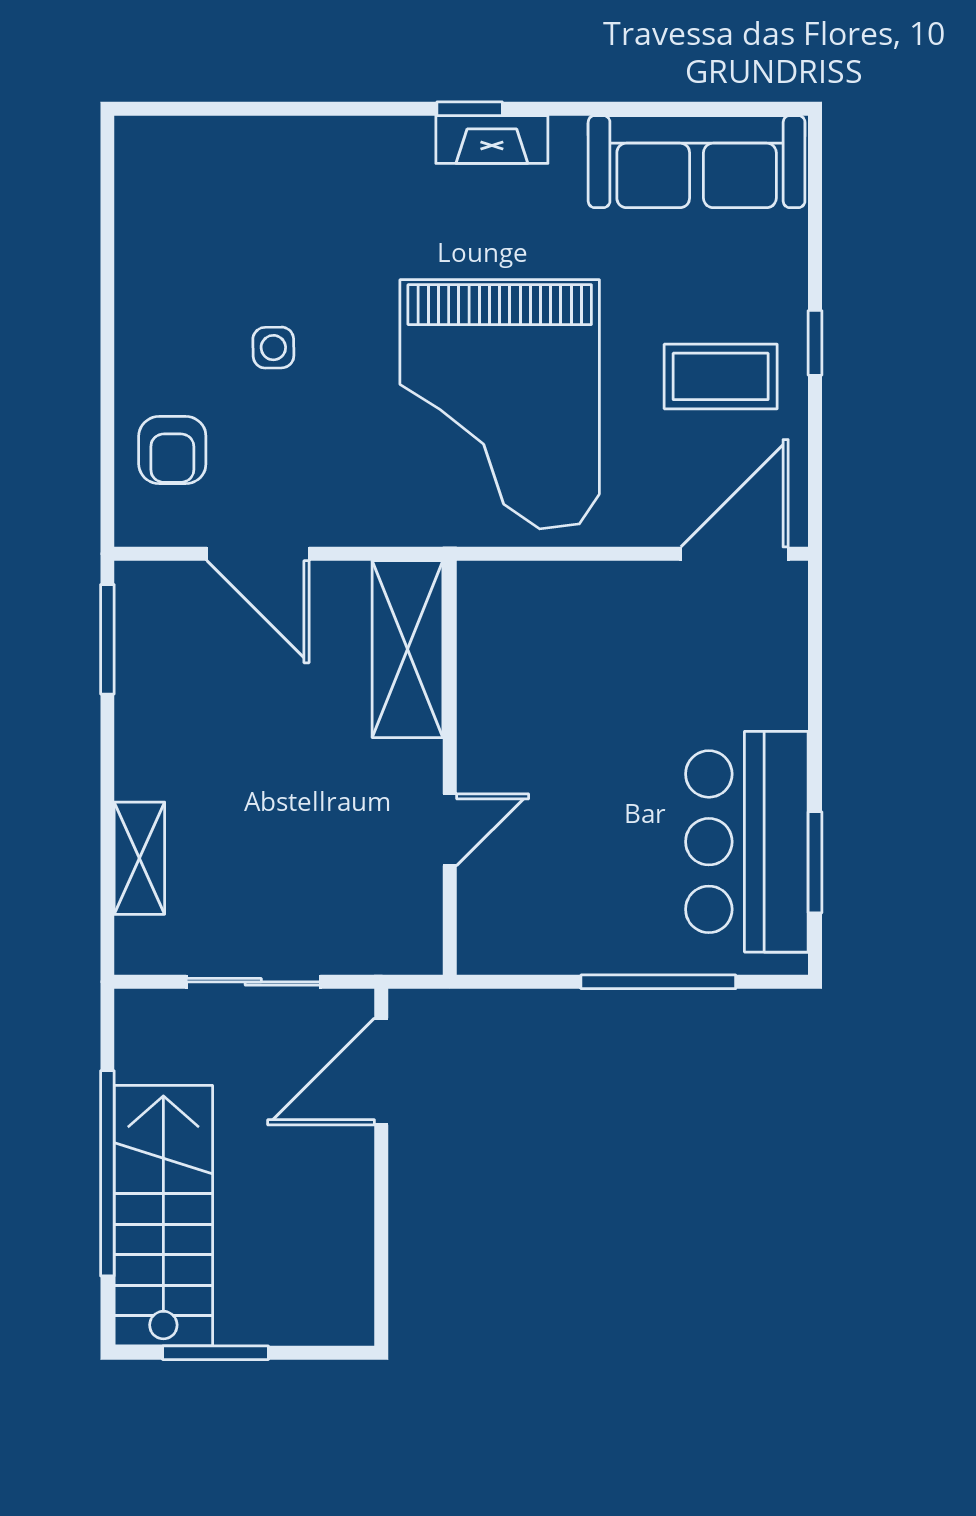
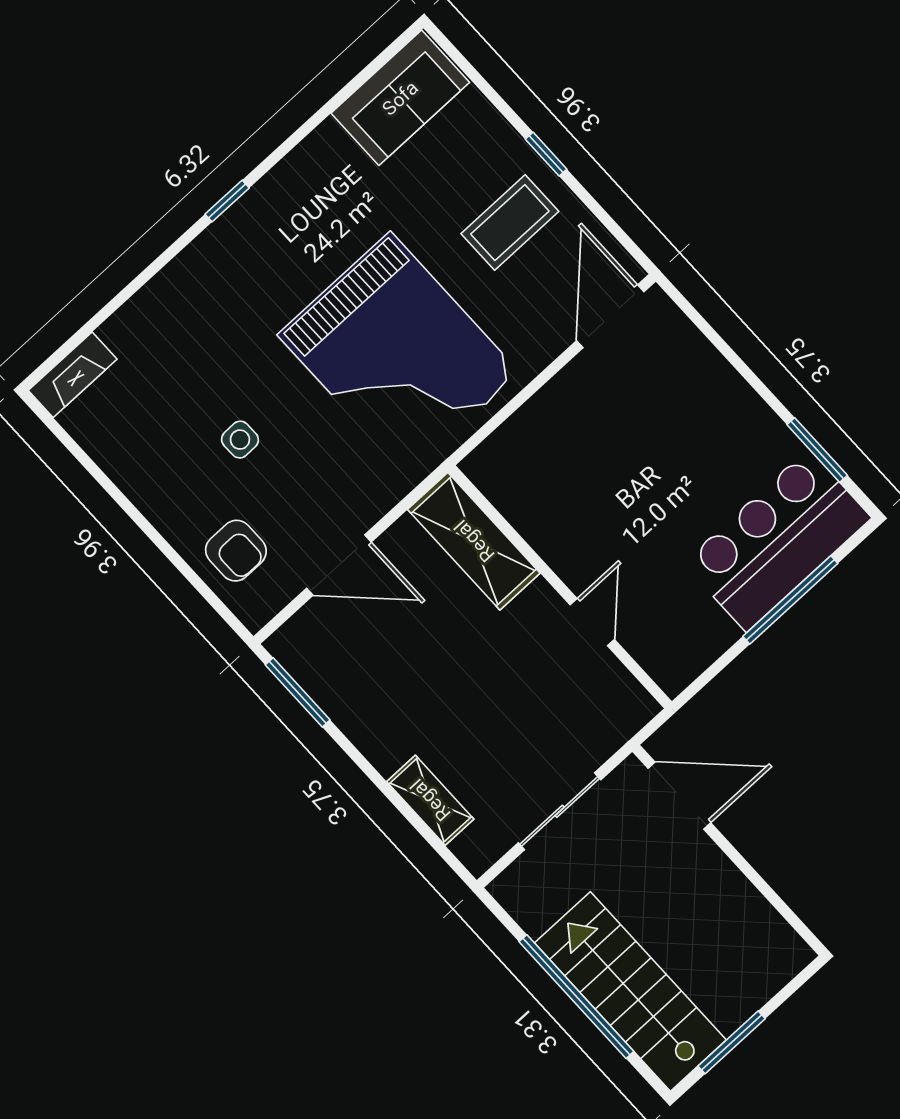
fireplace: (492, 139) -> (73, 375), moved
sofa: (697, 162) -> (400, 98), width x0.73
bar counter: (747, 842) -> (777, 540), moved, turned 90
door: (381, 1072) -> (679, 796), swing flipped

